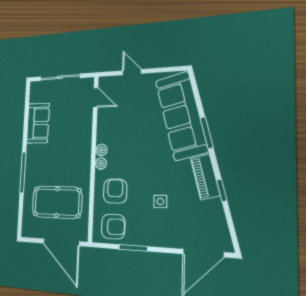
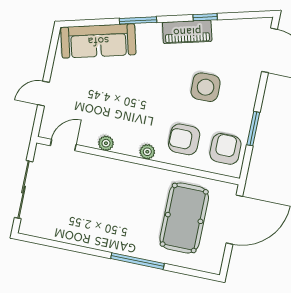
sofa: (181, 116) -> (98, 41), width x0.74, depth x0.79
sofa: (38, 123) -> (77, 230), removed
plant: (101, 150) -> (106, 143), moved
side table: (160, 201) -> (206, 87), width x1.87, depth x1.87

